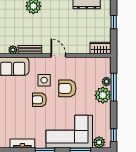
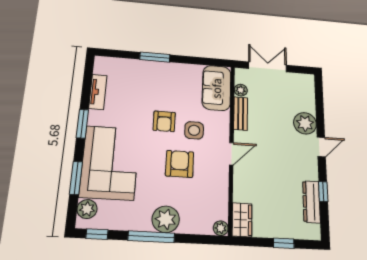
plant: (106, 82) -> (221, 228), moved
window: (114, 87) -> (151, 237), moved
armchair: (39, 100) -> (164, 121), turned 180

